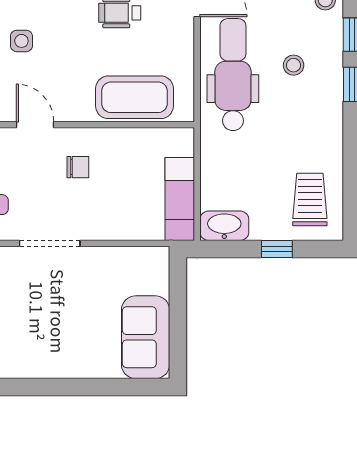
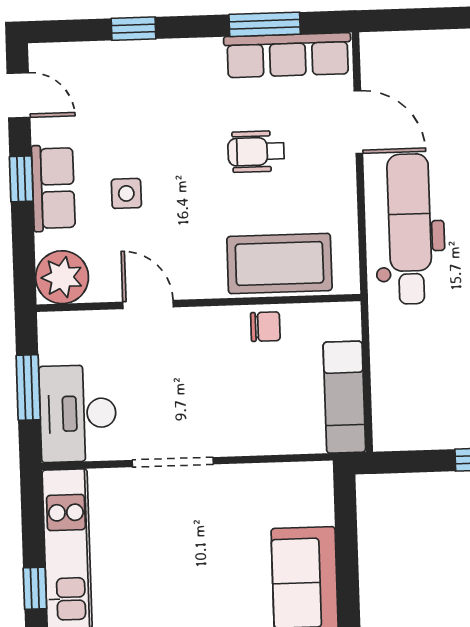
chair: (78, 167) -> (265, 327), moved
washbasin: (224, 226) -> (405, 431), removed

